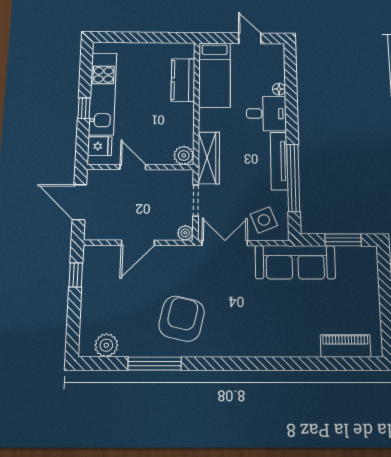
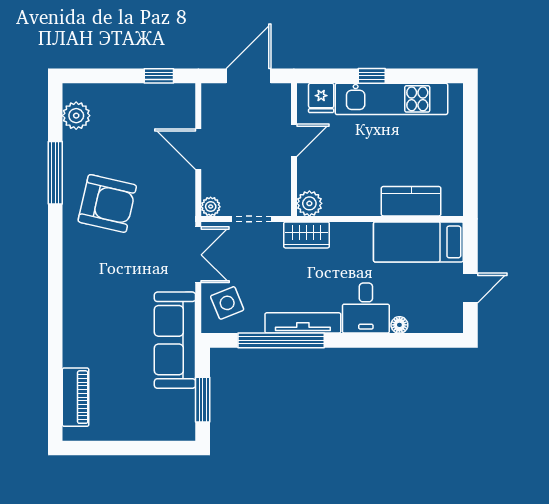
wardrobe: (209, 158) -> (307, 235), width x0.67

